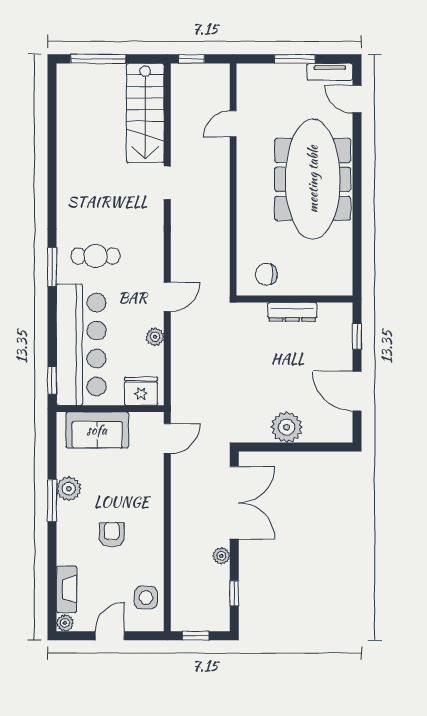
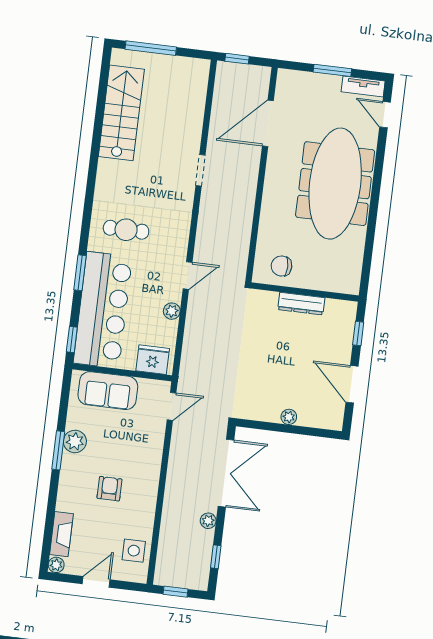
stairs: (145, 113) -> (121, 113), moved, turned 180
door: (233, 124) -> (268, 123), width x1.88
window: (52, 267) -> (80, 273), moved
plant: (287, 427) -> (289, 417), width x0.53, depth x0.53

